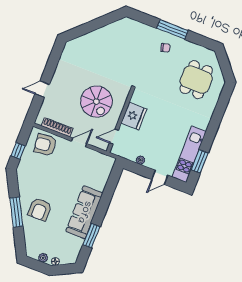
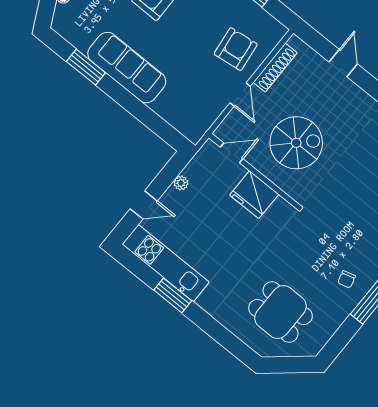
spiral stairs: (96, 102) -> (296, 143), turned 180
door: (114, 137) -> (232, 153), hinge flipped
armchair: (45, 145) -> (236, 49), moved
window: (200, 161) -> (173, 295), moved
door: (160, 177) -> (144, 205), swing flipped

